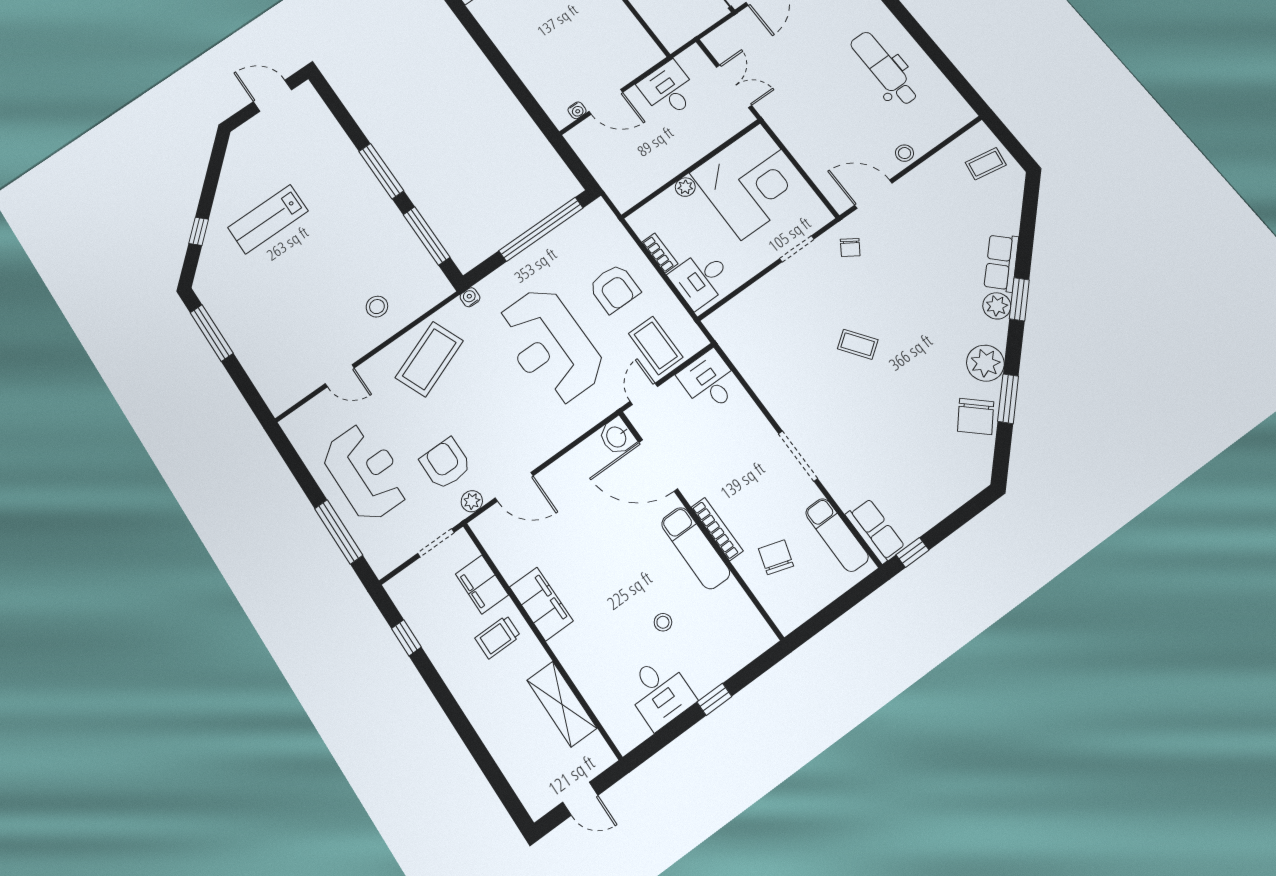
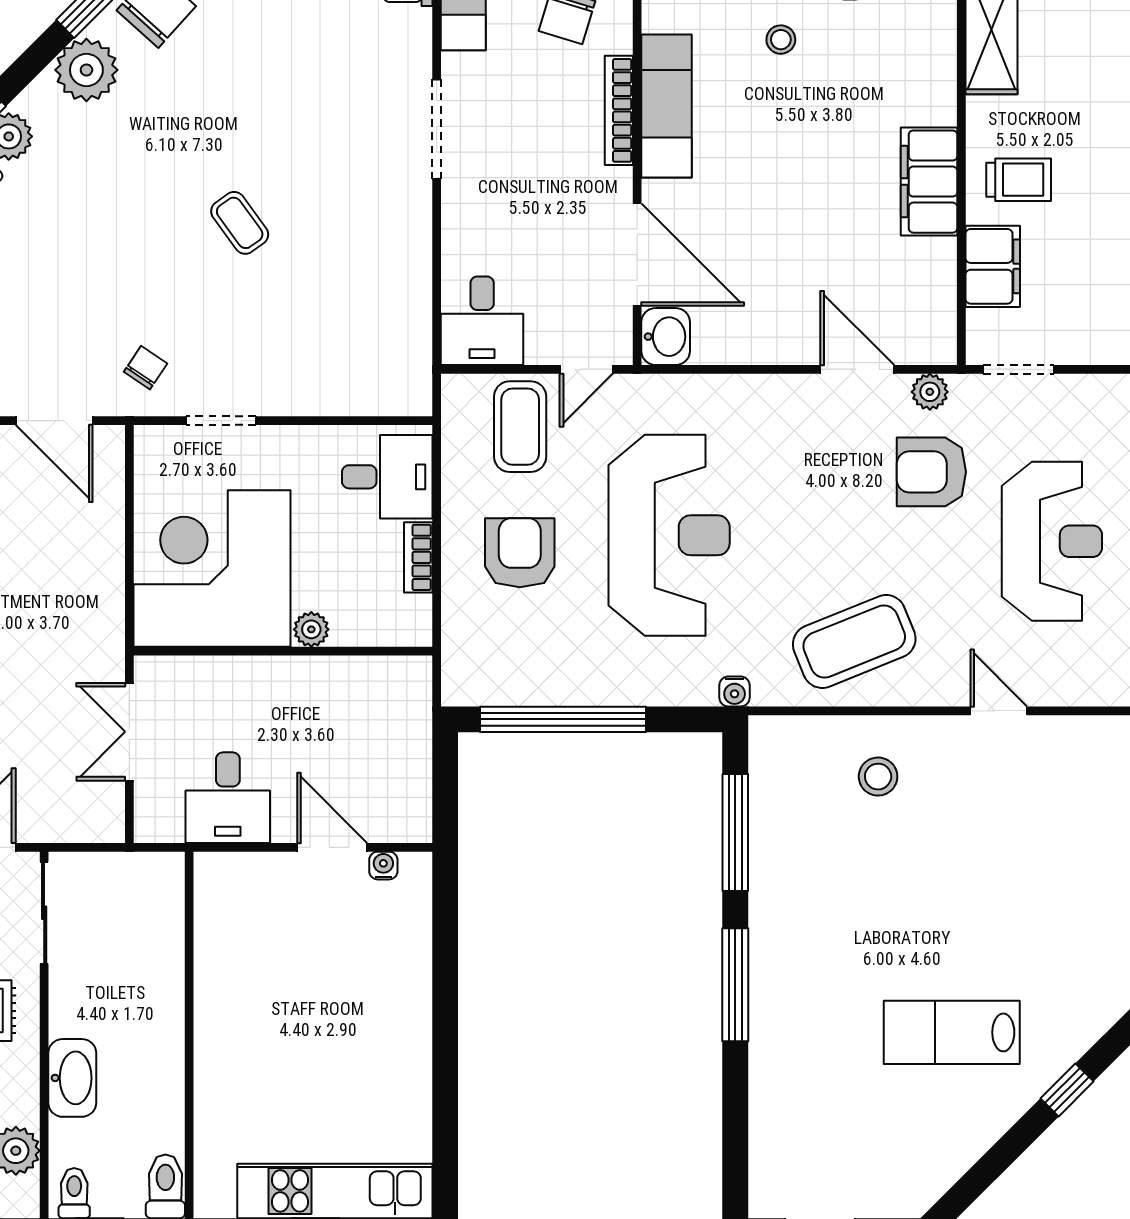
lab bench: (268, 219) -> (952, 1032), turned 180
armchair: (445, 464) -> (931, 472), turned 90
reception desk: (366, 472) -> (1052, 541), turned 180

